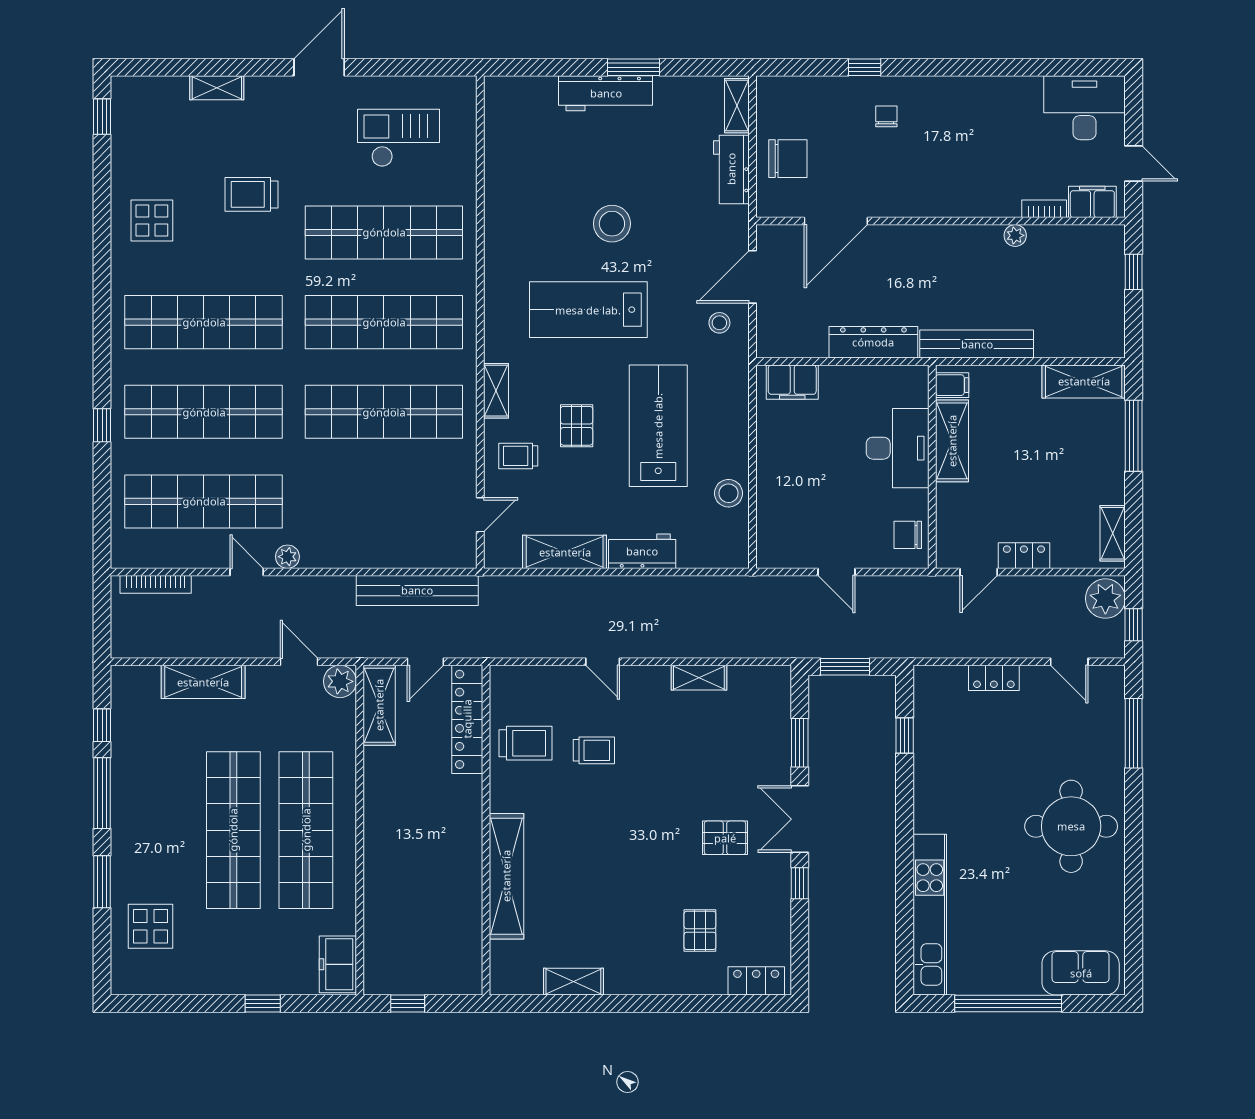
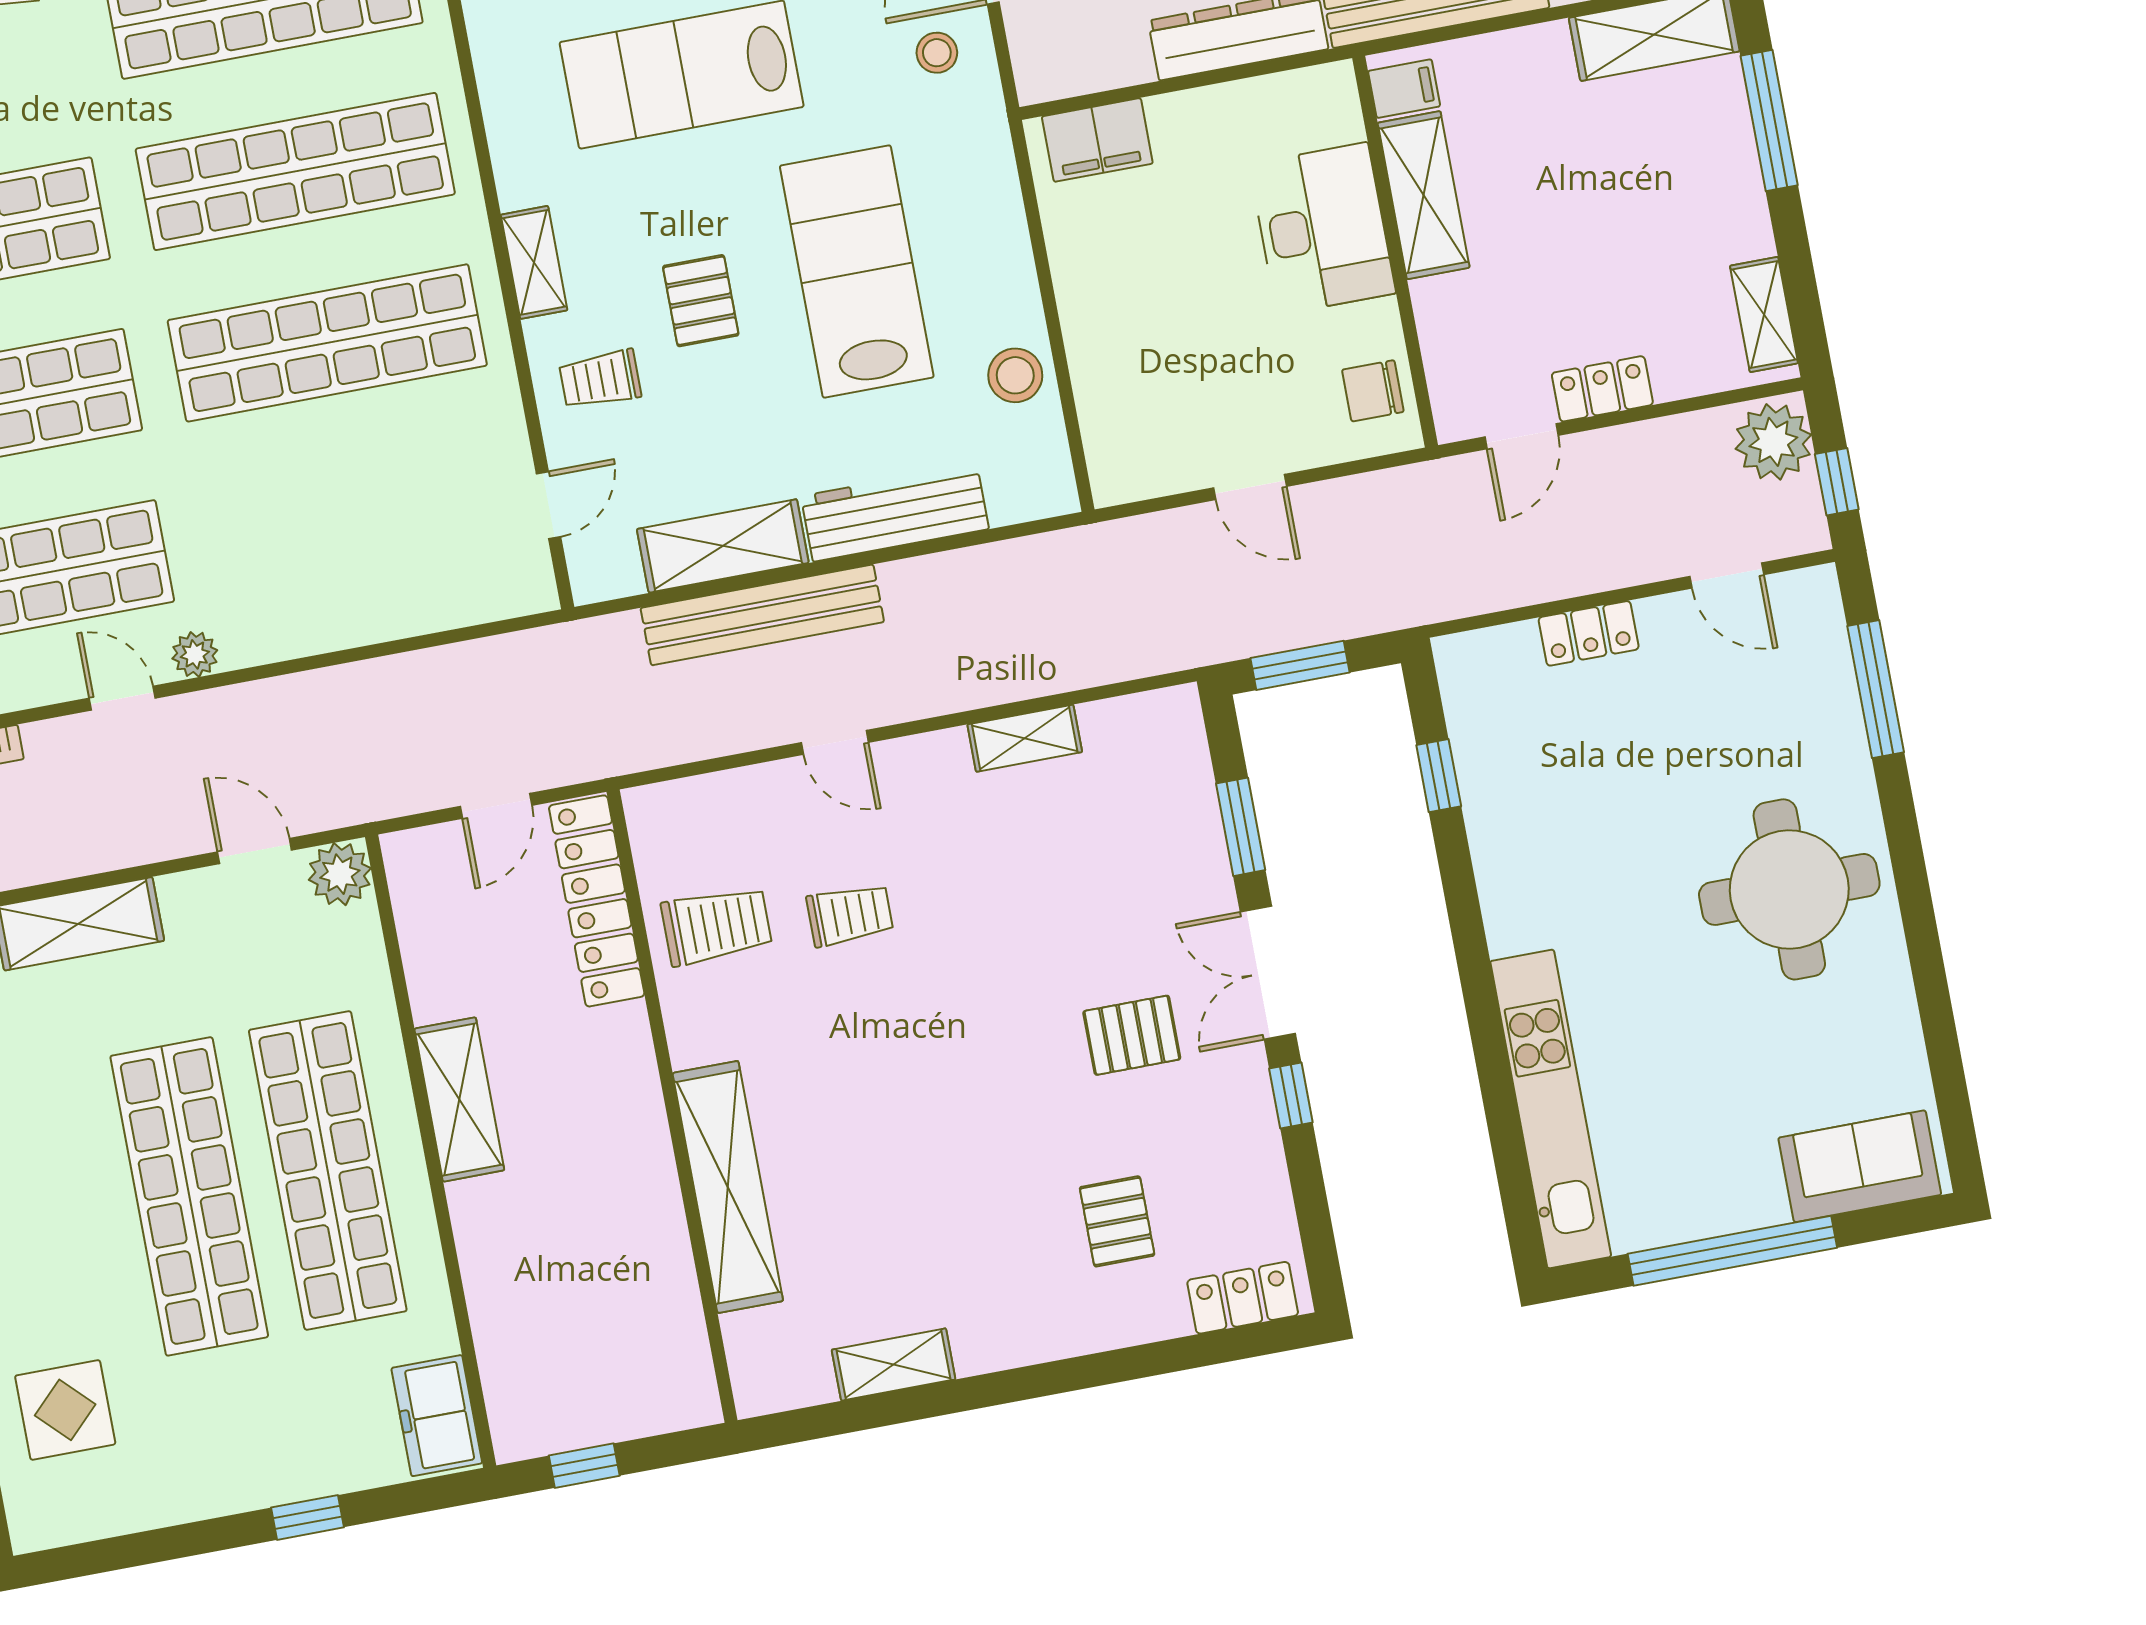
workbench: (642, 551) -> (895, 513), width x1.37
bench: (417, 590) -> (762, 615), moved
shelving: (379, 705) -> (459, 1099), moved

